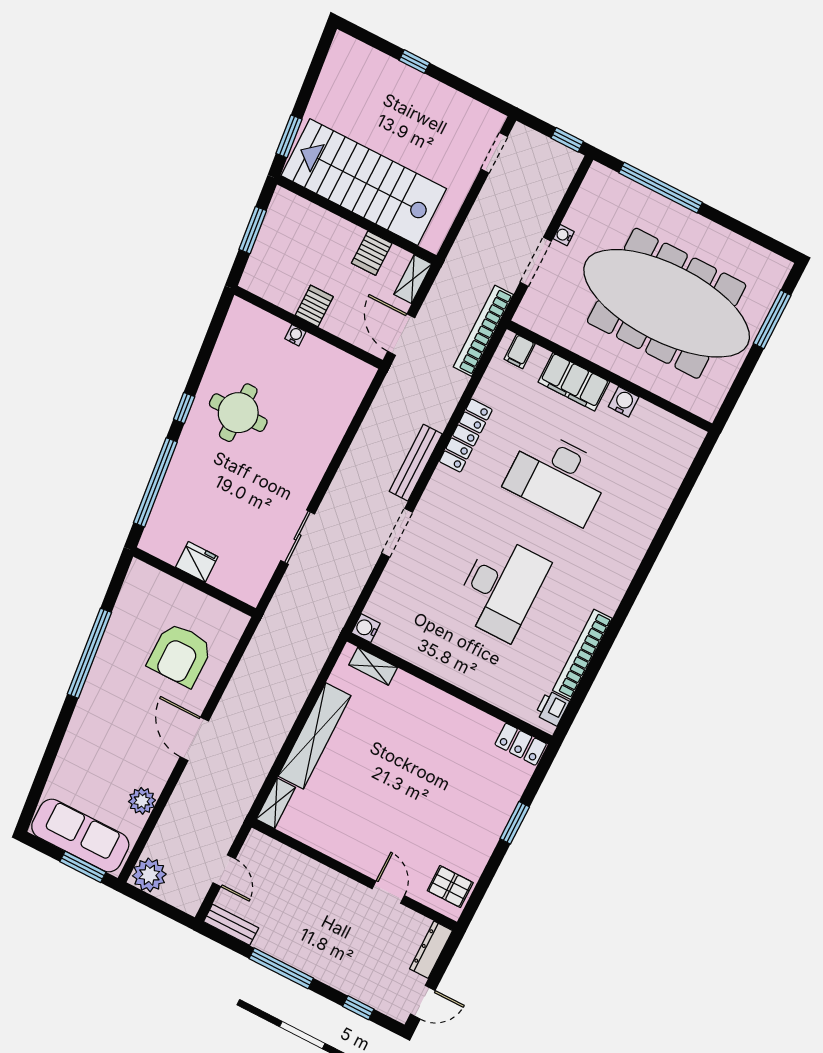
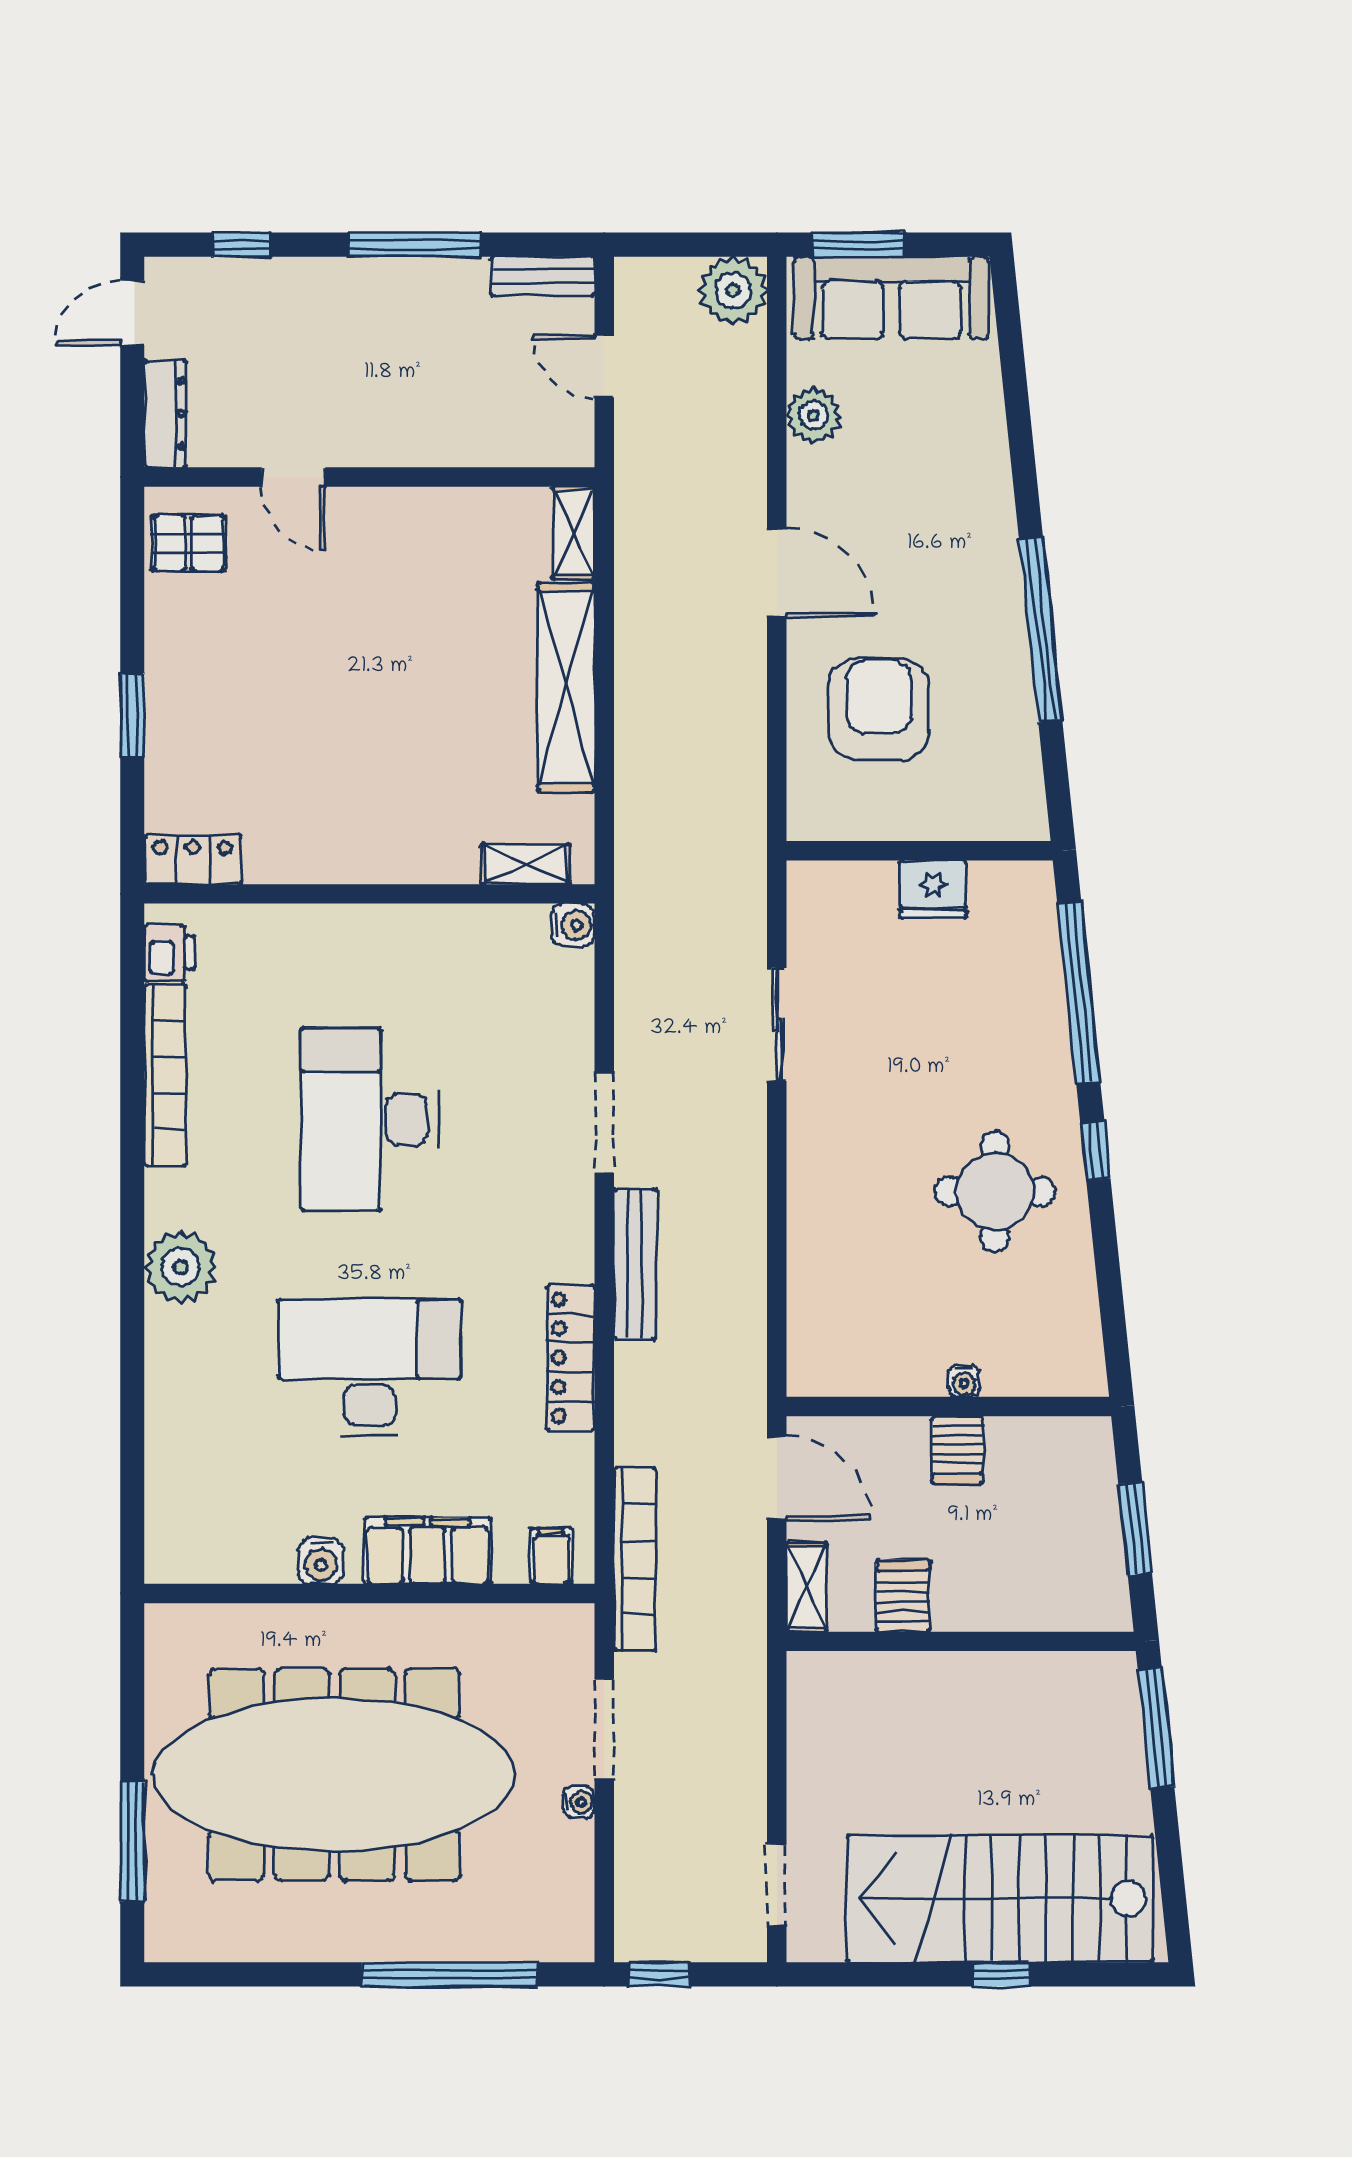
window: (289, 136) -> (1156, 1728), width x1.44
stairs: (364, 182) -> (1000, 1899), moved, turned 180
plant: (619, 565) -> (181, 1267), added

